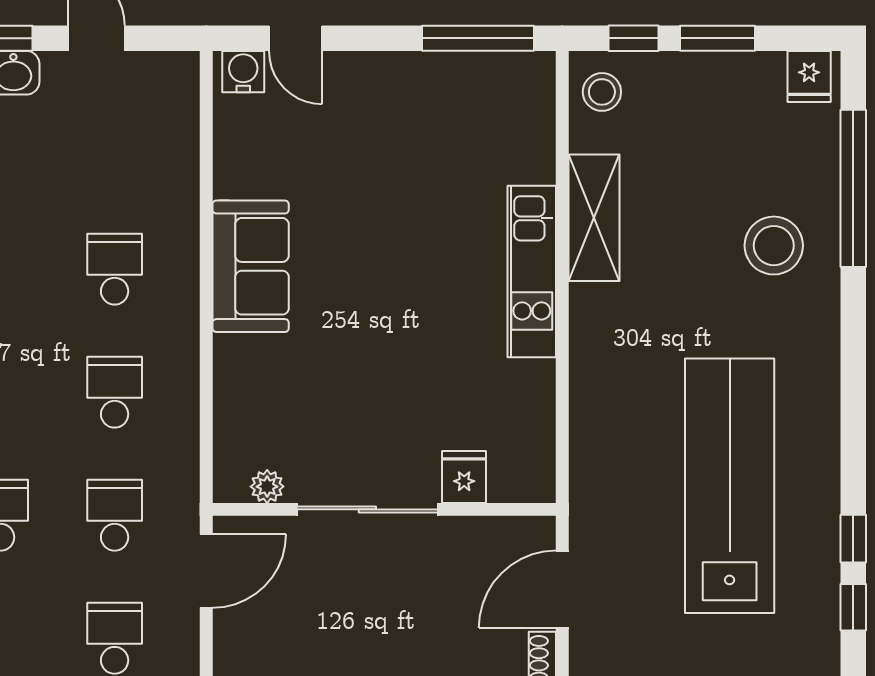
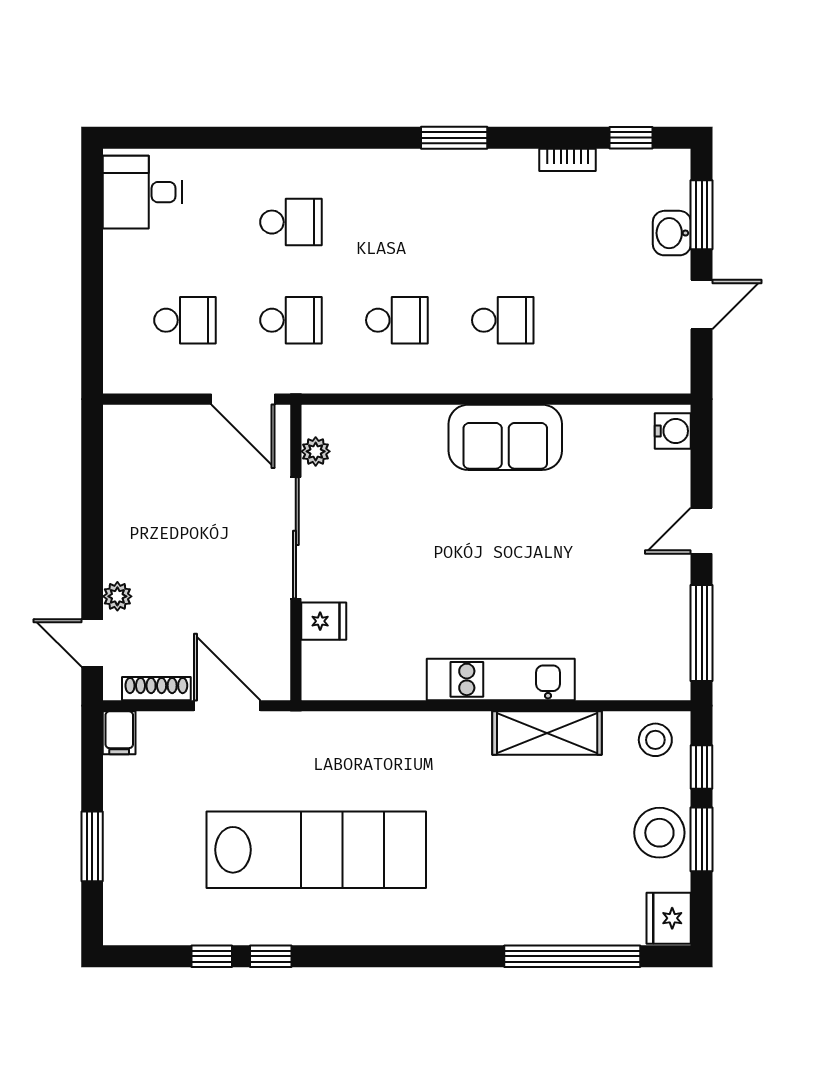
door: (295, 38) -> (702, 531), moved
fridge: (809, 76) -> (669, 918), width x1.38
stool: (774, 246) -> (659, 833), moved

